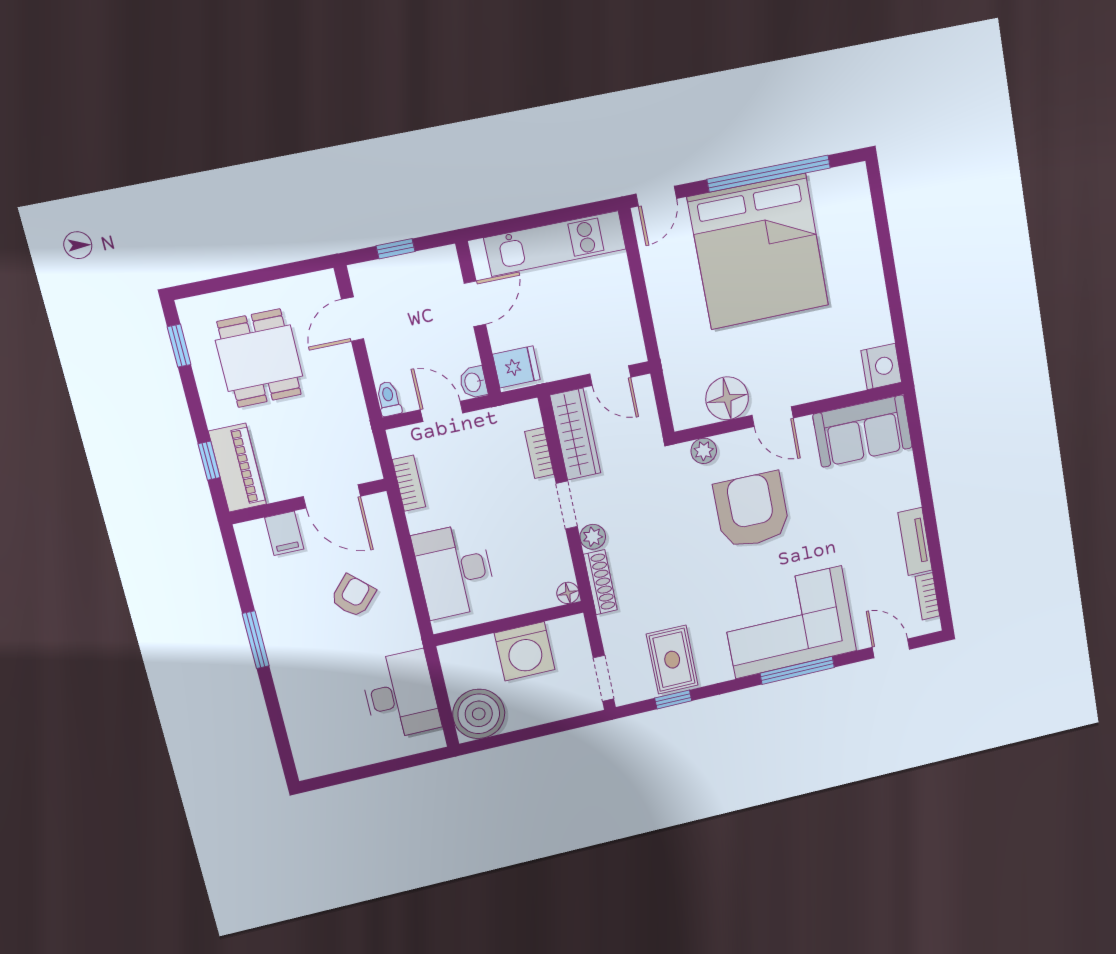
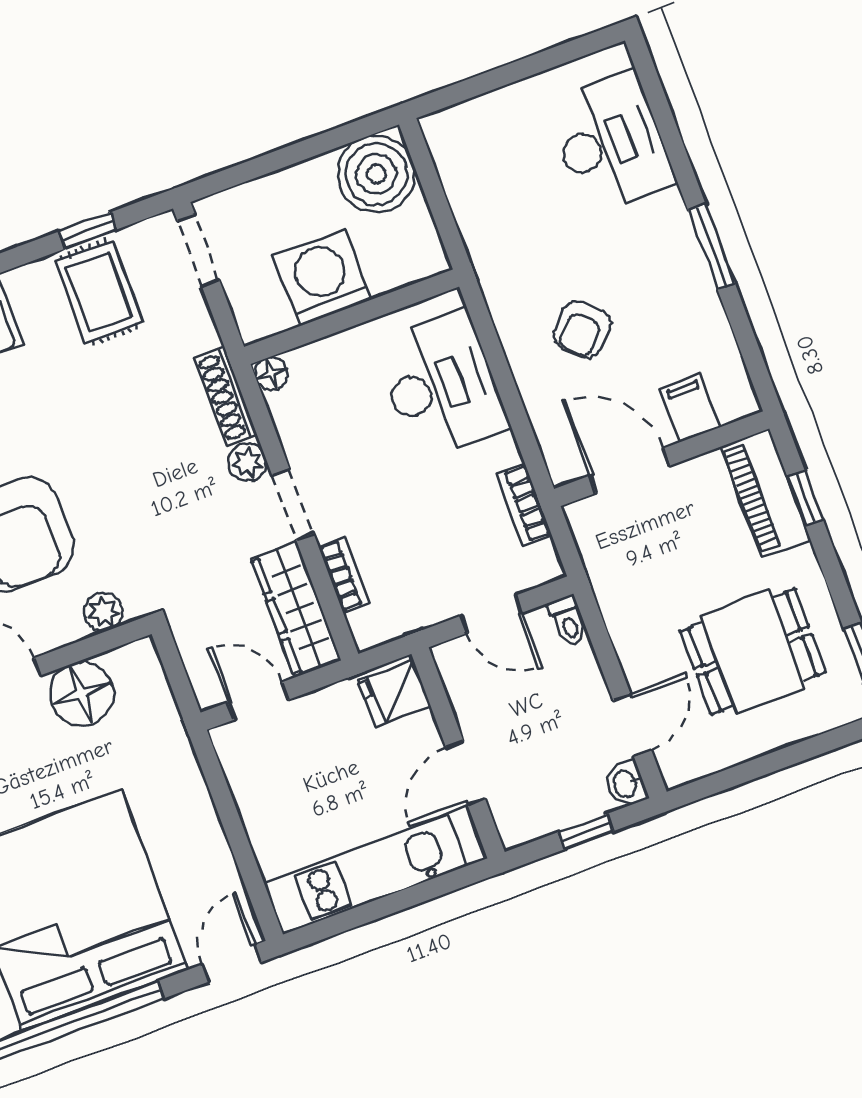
dining table: (259, 358) -> (753, 652), turned 90
washbasin: (473, 382) -> (626, 784), moved, turned 180
desk: (400, 695) -> (611, 142), moved, turned 180

